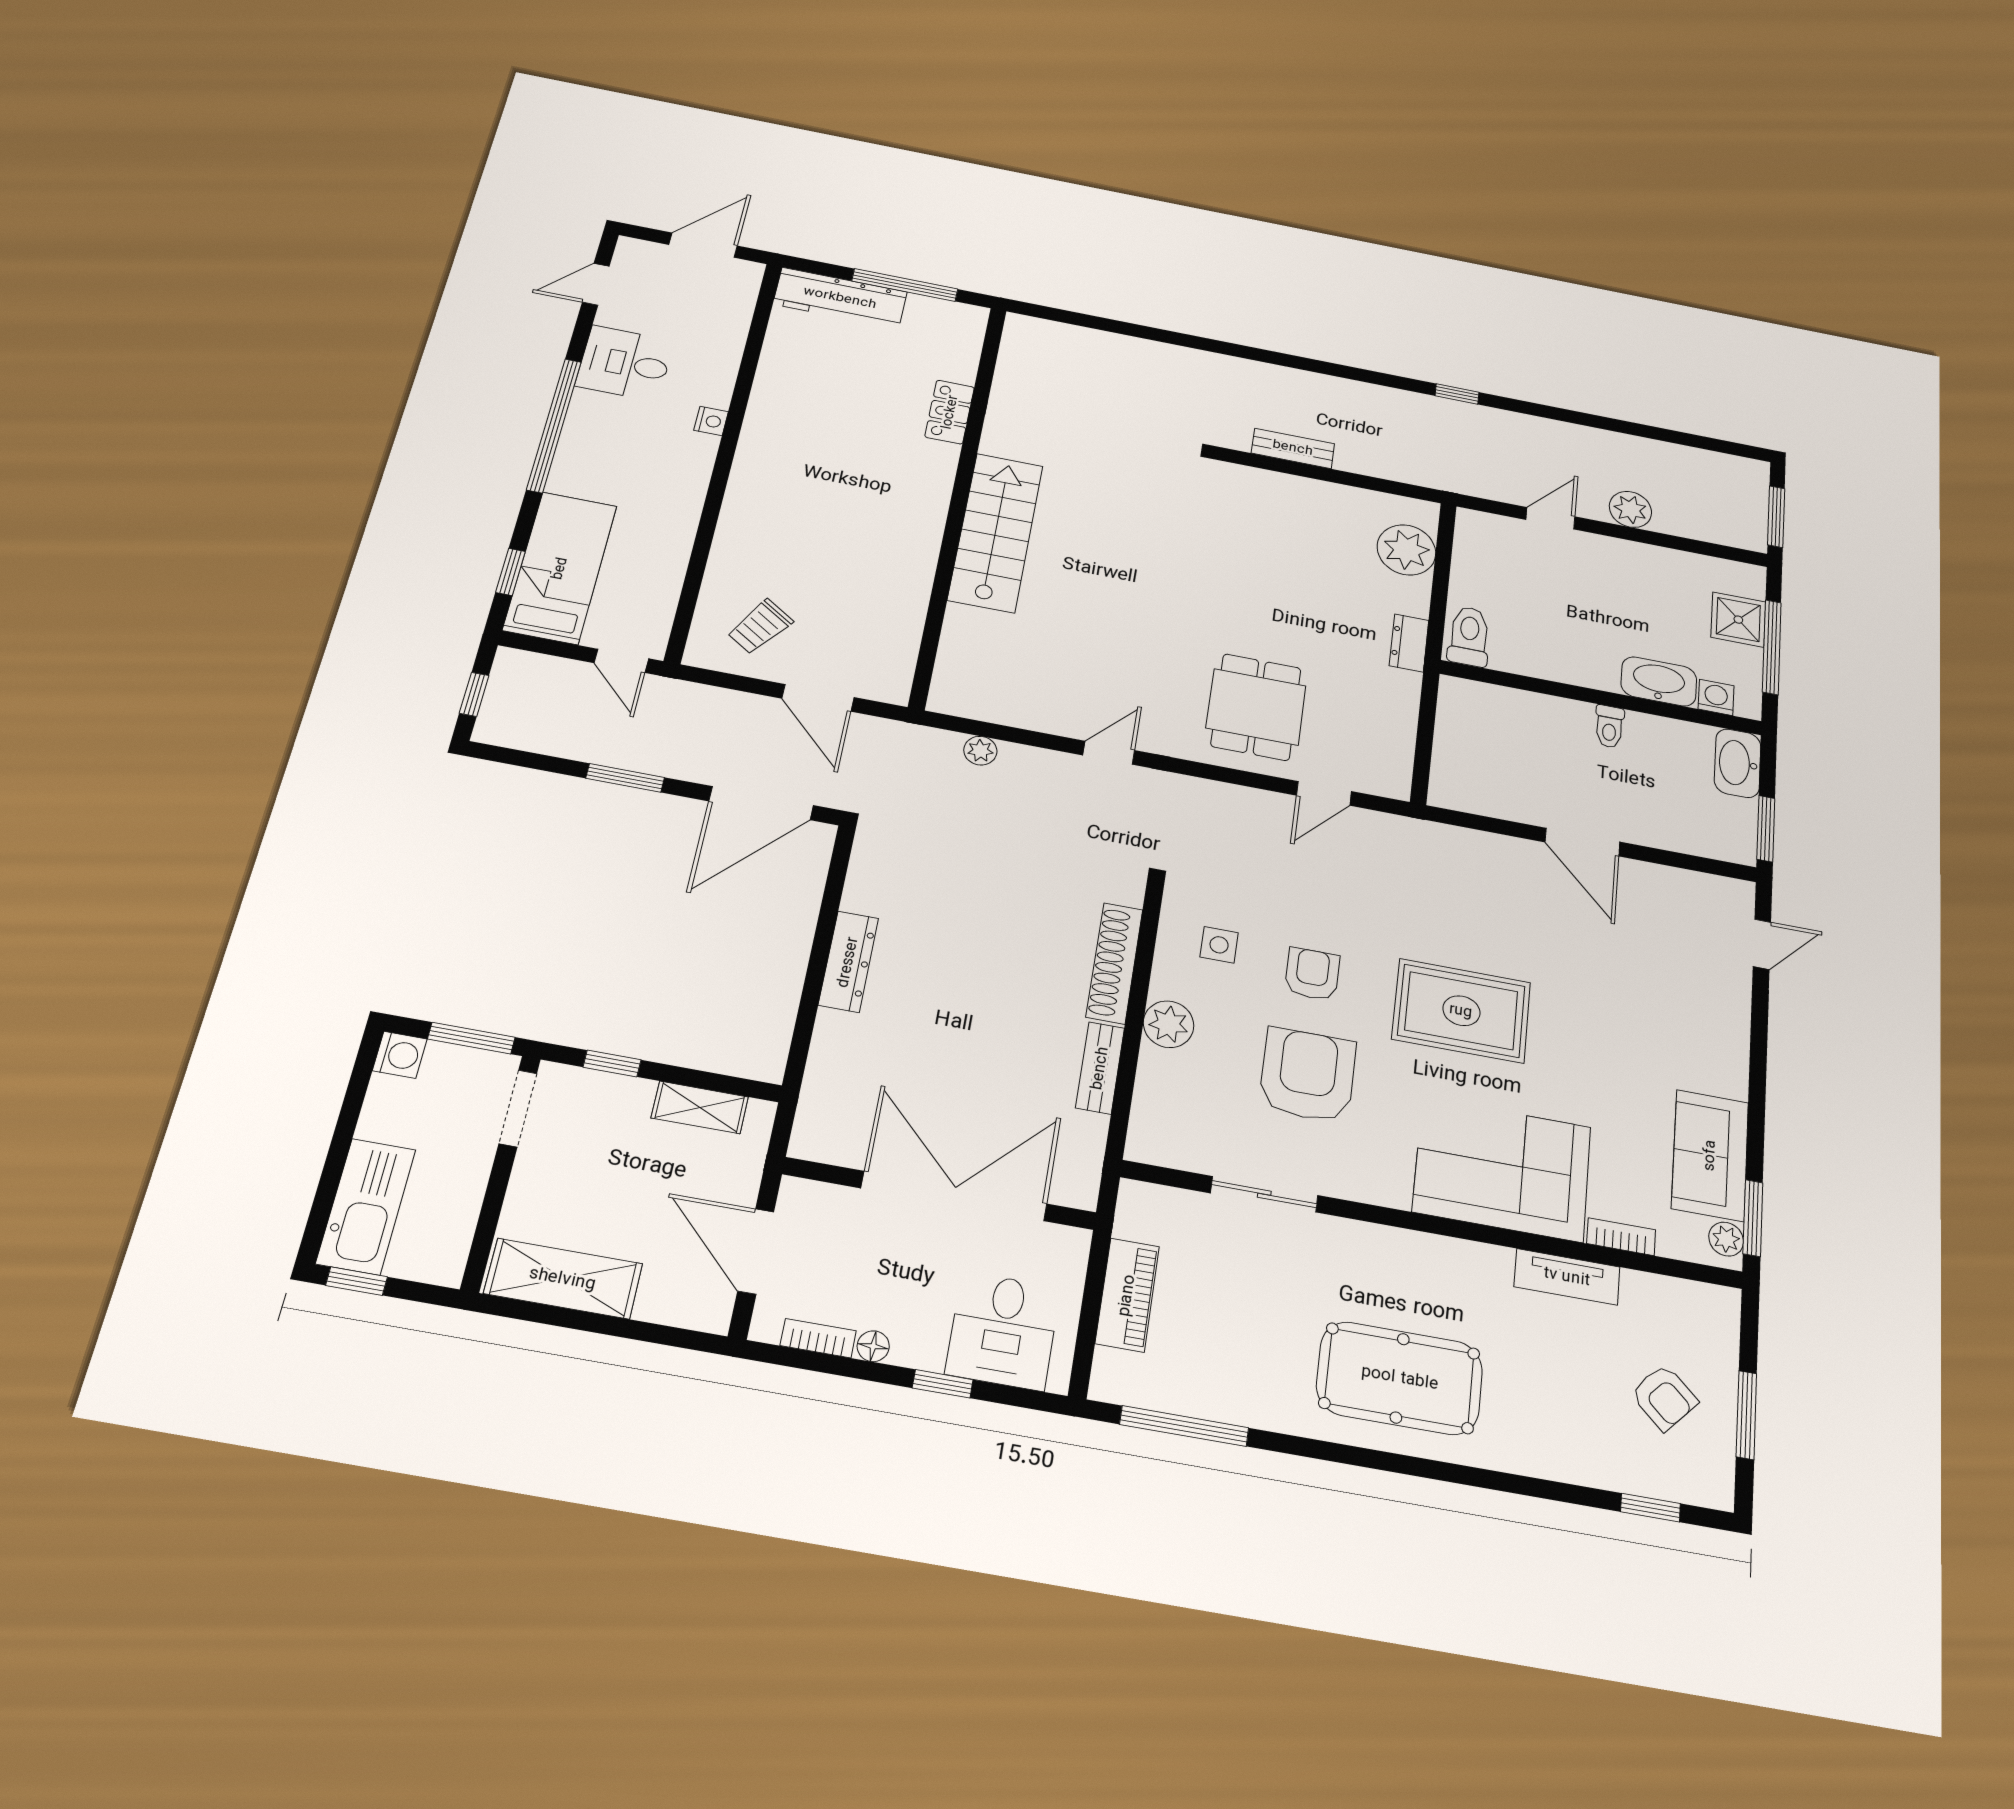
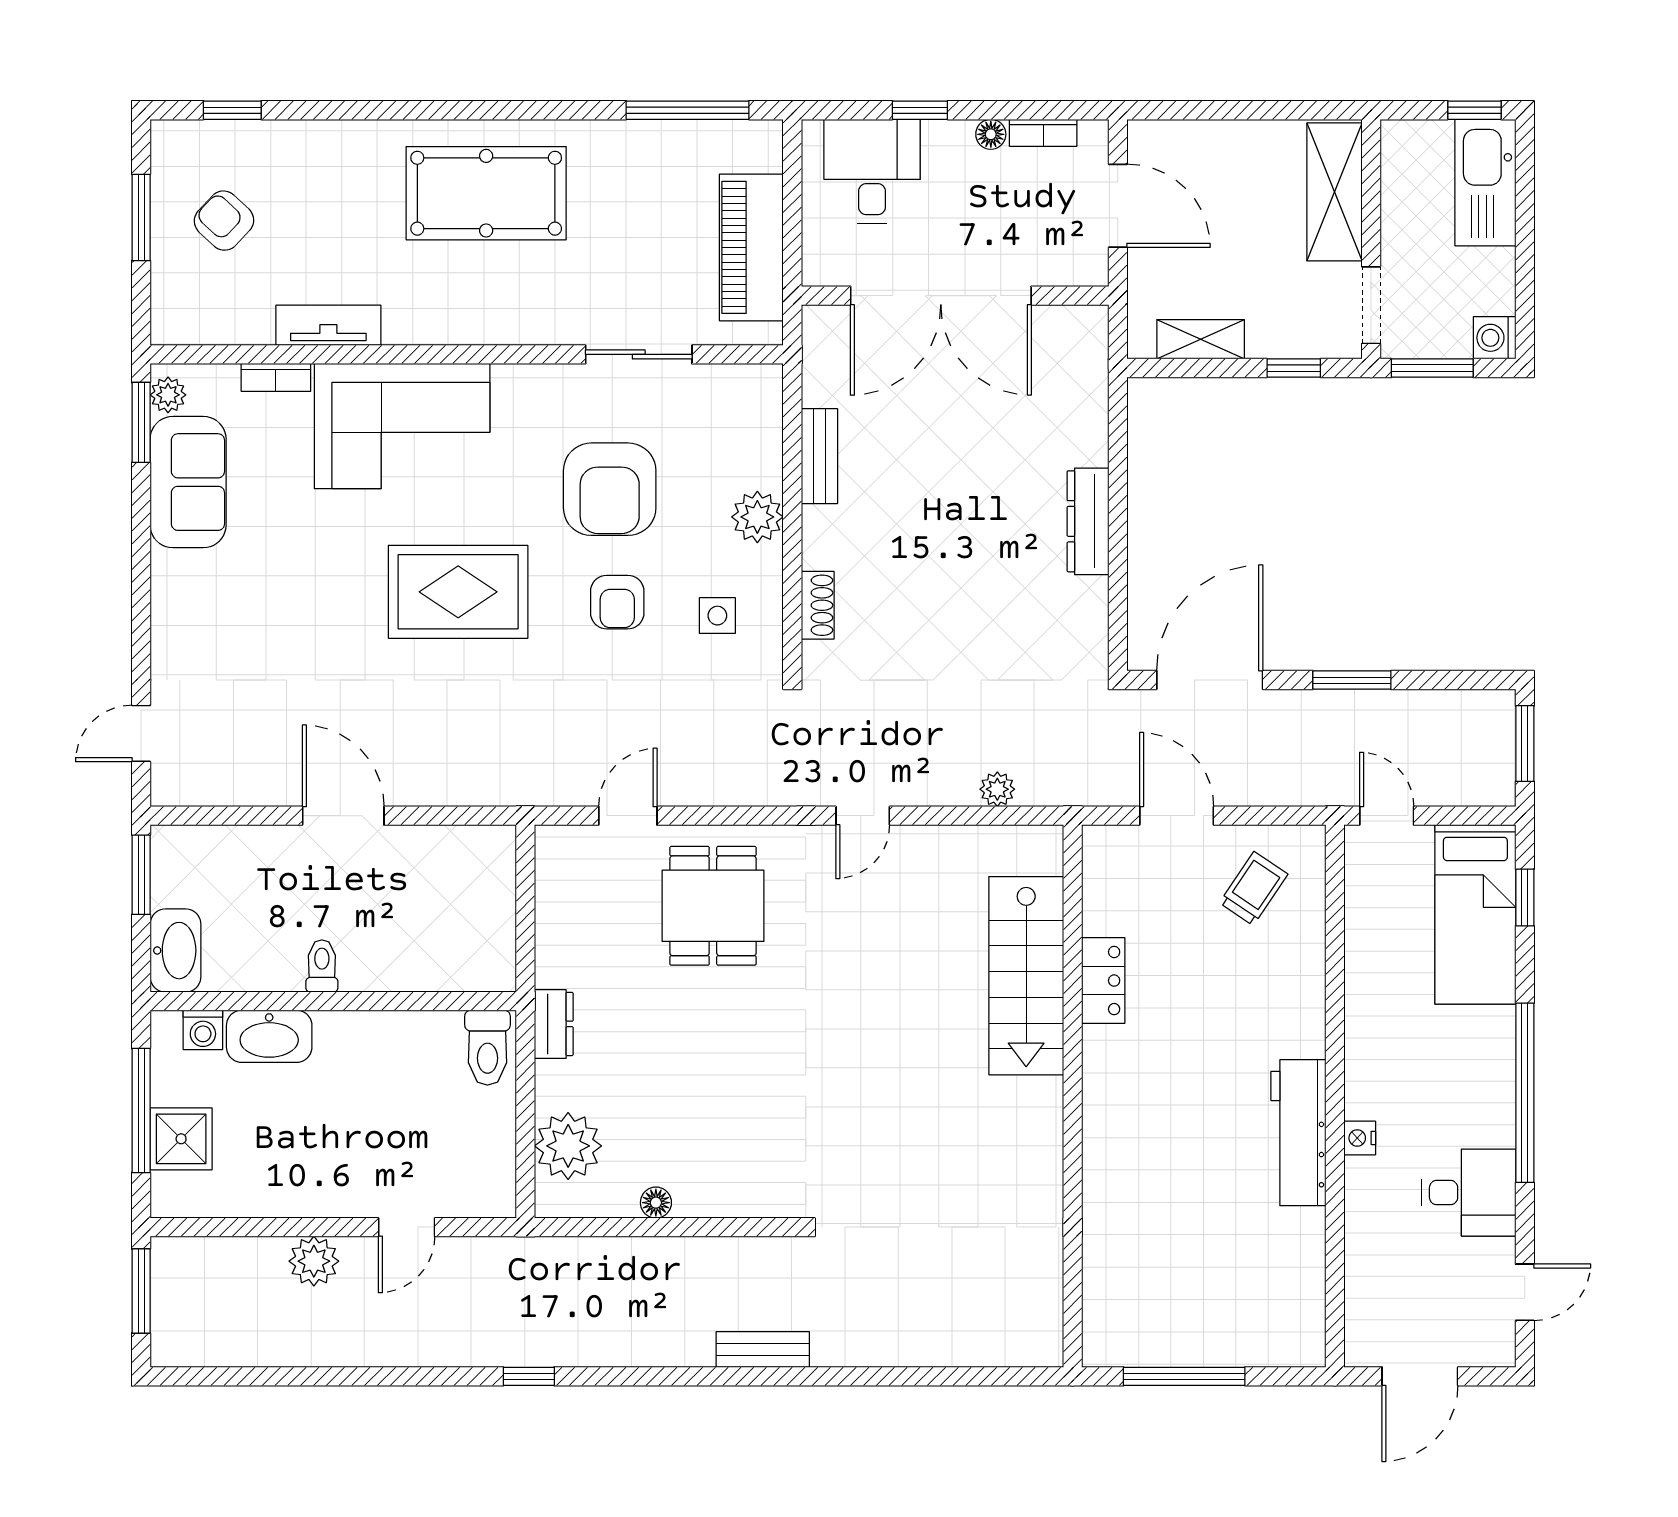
workbench: (840, 298) -> (1298, 1133), moved, turned -90
locker: (950, 412) -> (1103, 981), moved
bench: (1293, 448) -> (763, 1350), moved
floor lamp: (1336, 494) -> (656, 1203), added
stairs: (996, 532) -> (1026, 976), moved
window: (474, 694) -> (1525, 744), width x1.50
shoe rack: (1114, 963) -> (818, 605), width x0.51, depth x0.81
shelving: (563, 1279) -> (1334, 192), moved, turned 90
piano: (1127, 1295) -> (751, 247), width x1.37, depth x1.33

